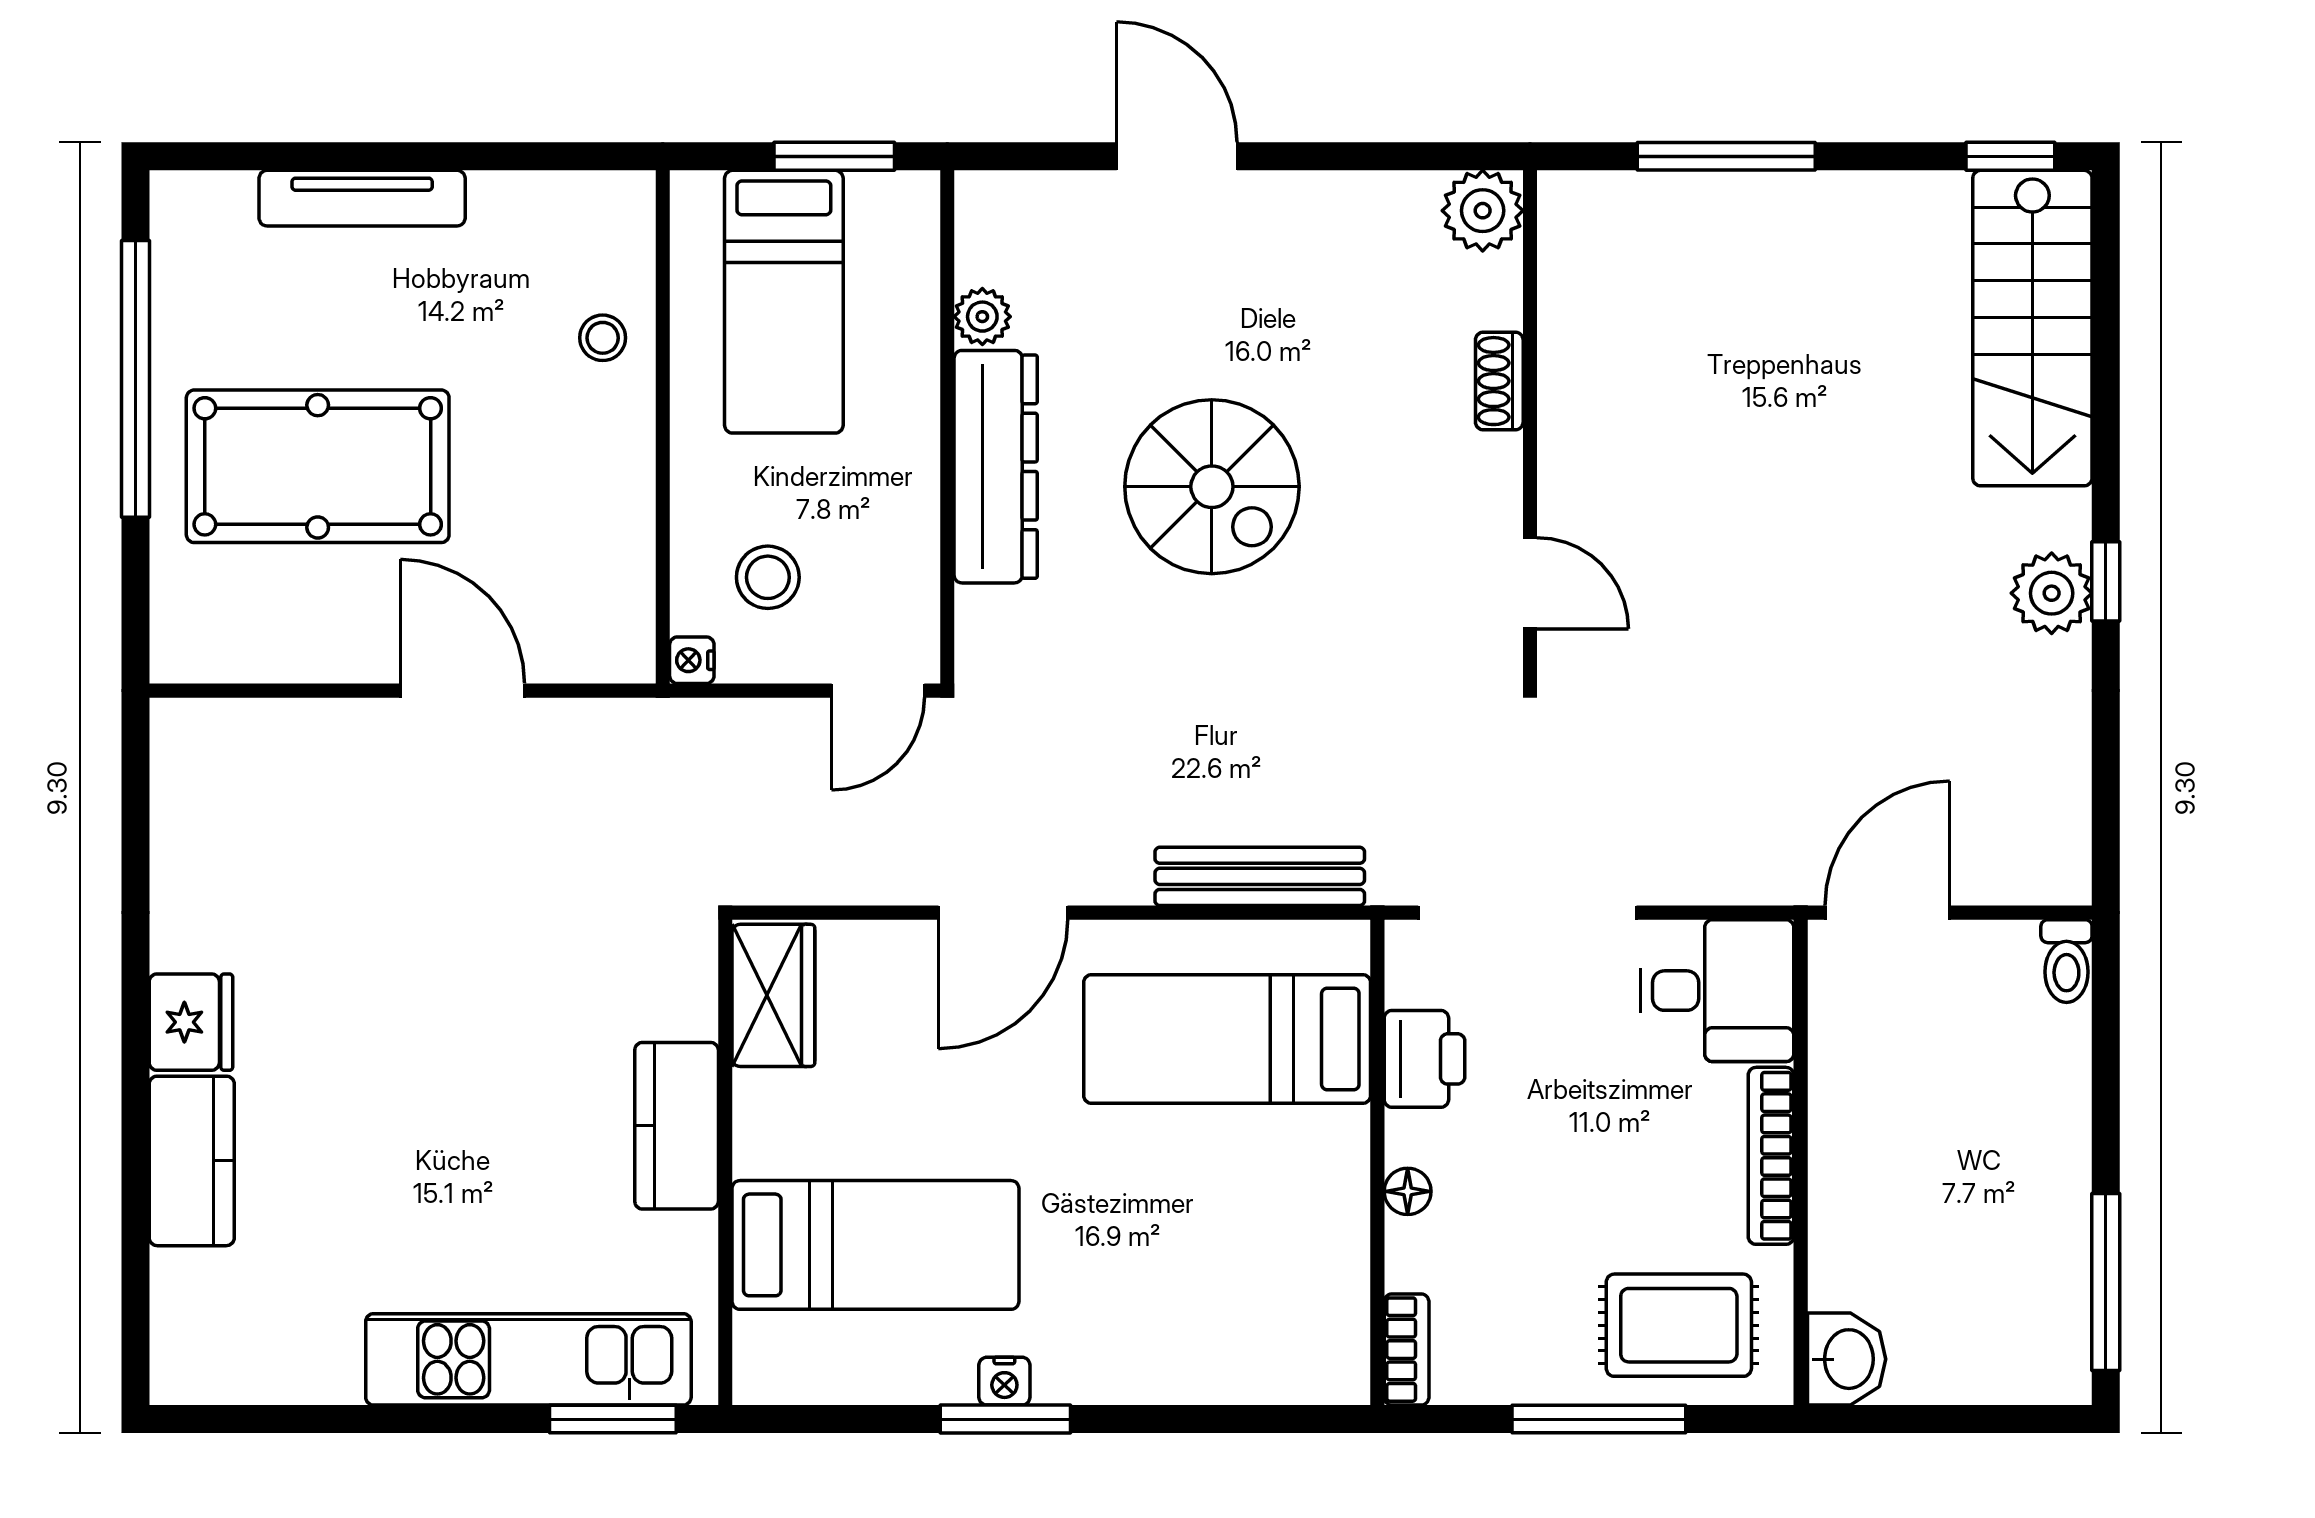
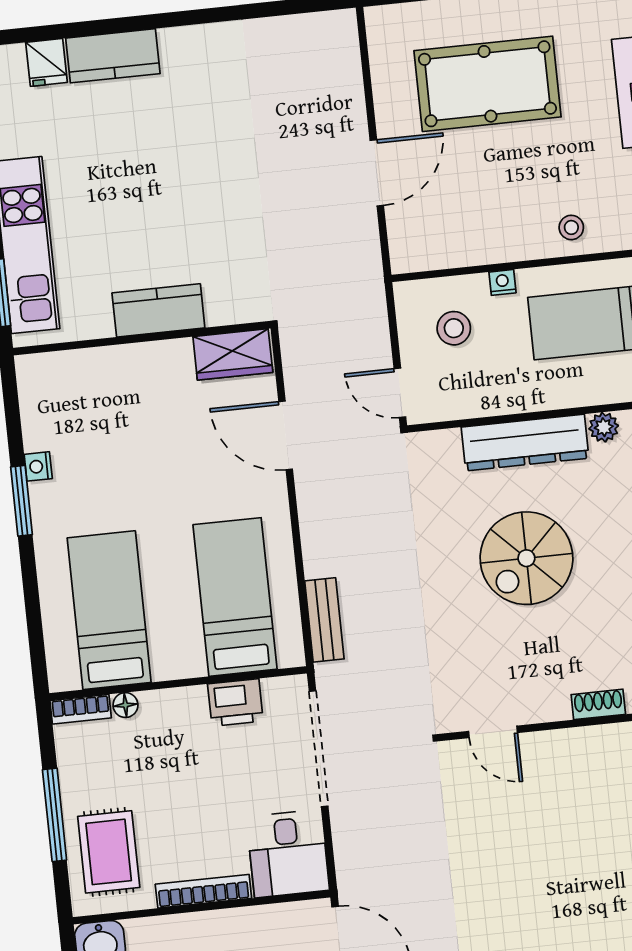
pool table: (318, 466) -> (487, 84), turned 90
door: (1530, 583) -> (493, 732), hinge flipped
nightstand: (692, 660) -> (502, 282), moved
bench: (1260, 876) -> (324, 620), width x0.73
door: (1003, 913) -> (286, 435), moved
fridge: (191, 1022) -> (47, 62), moved, width x0.72
floor lamp: (1408, 1191) -> (125, 705), moved
bed: (875, 1245) -> (109, 610), moved, turned 180
nightstand: (1004, 1381) -> (38, 466), moved

